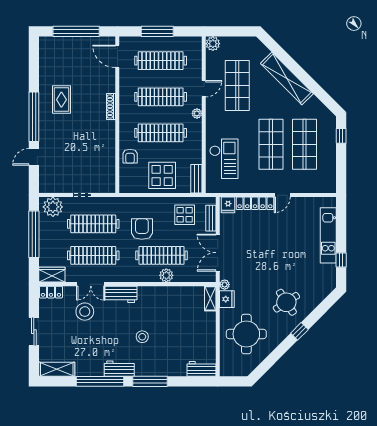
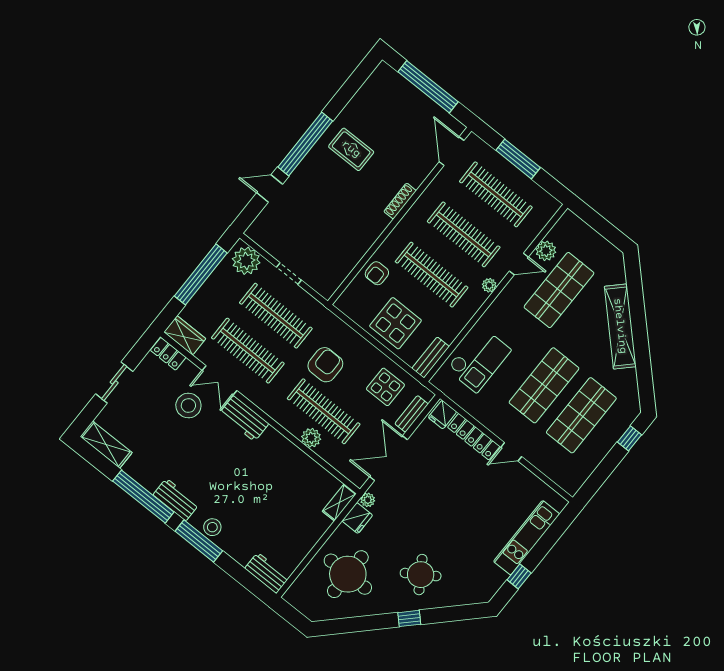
plant: (213, 44) -> (546, 251), moved
rug: (61, 100) -> (351, 149), turned 90
stool: (142, 337) -> (212, 527), moved

